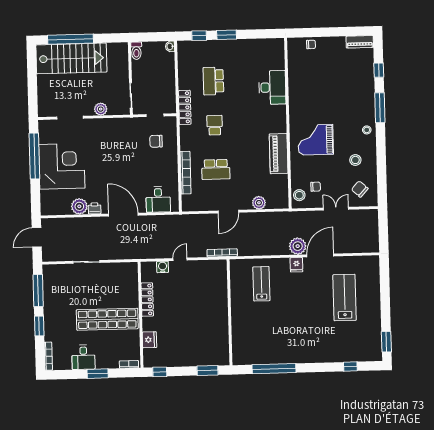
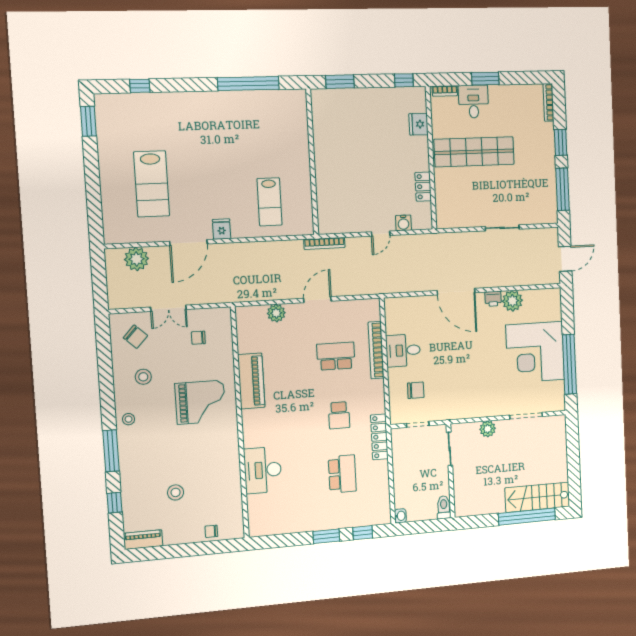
stairs: (71, 58) -> (537, 497), width x0.73, depth x0.66
stool: (299, 195) -> (176, 492), moved
desk: (158, 199) -> (403, 350), moved, turned -90
plant: (298, 246) -> (136, 259), moved
locker: (147, 300) -> (423, 187), width x0.66
desk: (83, 357) -> (473, 102), moved

